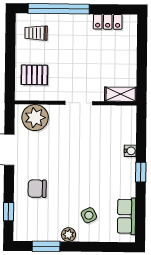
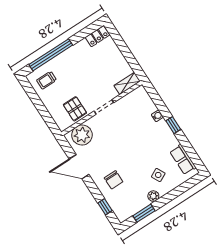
locker: (108, 22) -> (97, 36), moved
pallet: (34, 75) -> (75, 109), moved, turned 90
chair: (37, 189) -> (114, 180), turned -90

